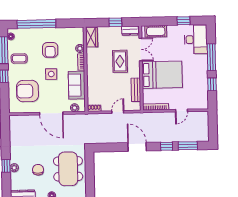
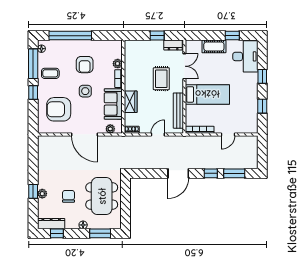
cot: (156, 31) -> (214, 46), moved
wardrobe: (92, 37) -> (131, 102), moved
window: (211, 57) -> (262, 76), width x0.46
bed: (162, 75) -> (207, 94), width x0.67
bench: (136, 90) -> (178, 111), width x1.36
door: (137, 147) -> (178, 173), swing flipped

